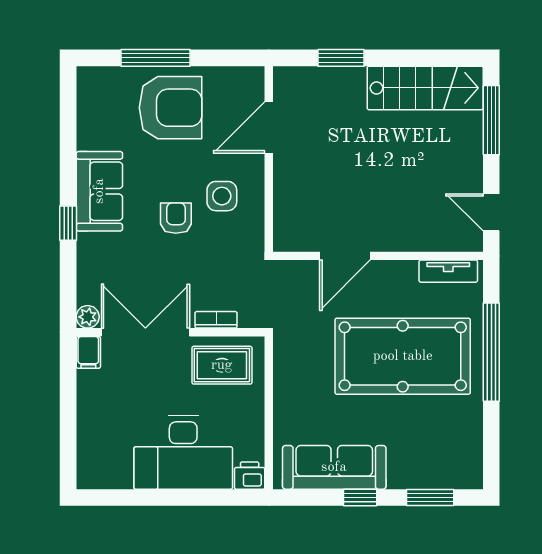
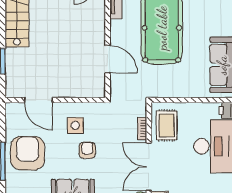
armchair: (176, 218) -> (87, 150), turned 90

